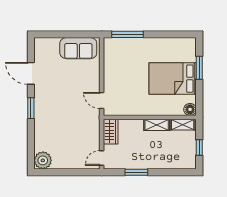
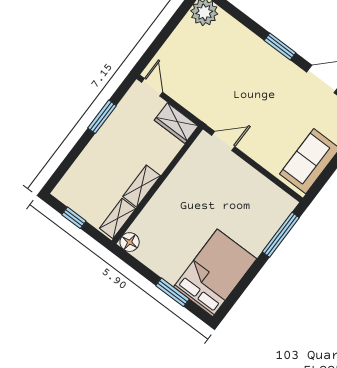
bed: (173, 79) -> (215, 273), moved

